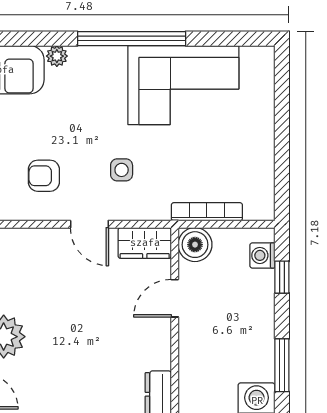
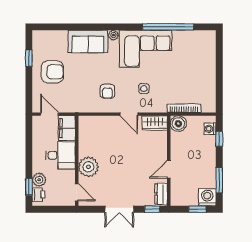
window: (132, 39) -> (168, 27), moved
corner sofa: (183, 85) -> (146, 49), moved
armchair: (44, 176) -> (107, 91), turned -90
door: (175, 298) -> (169, 169), moved

